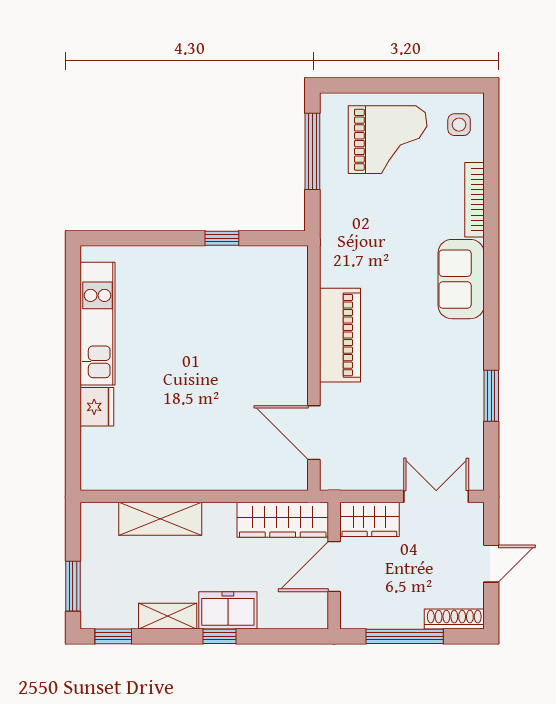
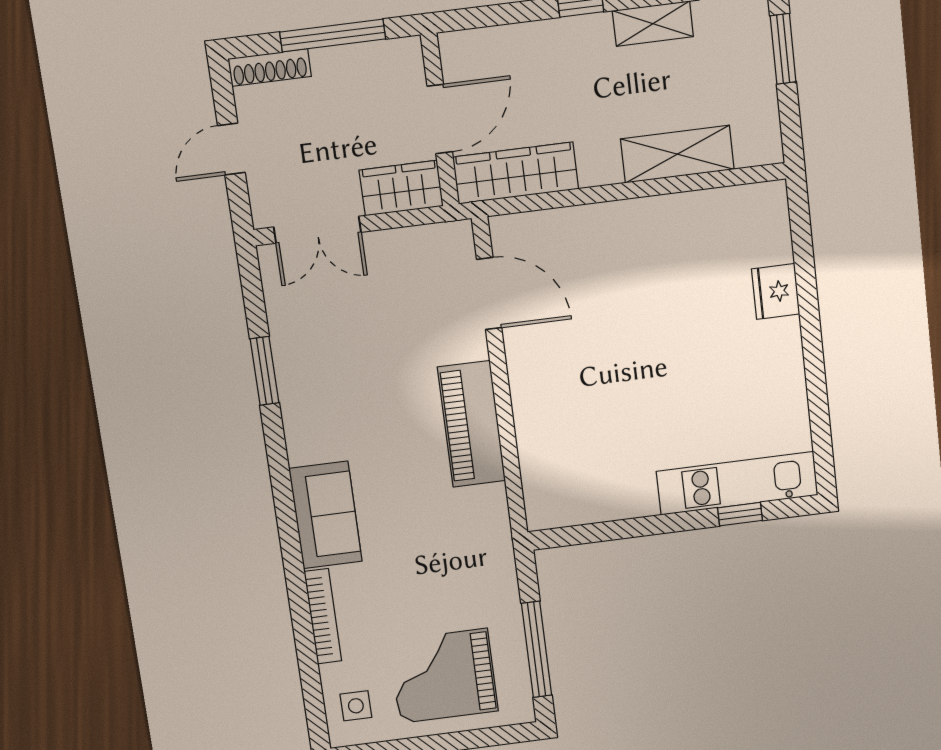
window: (222, 238) -> (740, 514), moved
kitchen unit: (98, 324) -> (737, 483), moved, turned 90
freezer: (228, 610) -> (574, 42), removed

